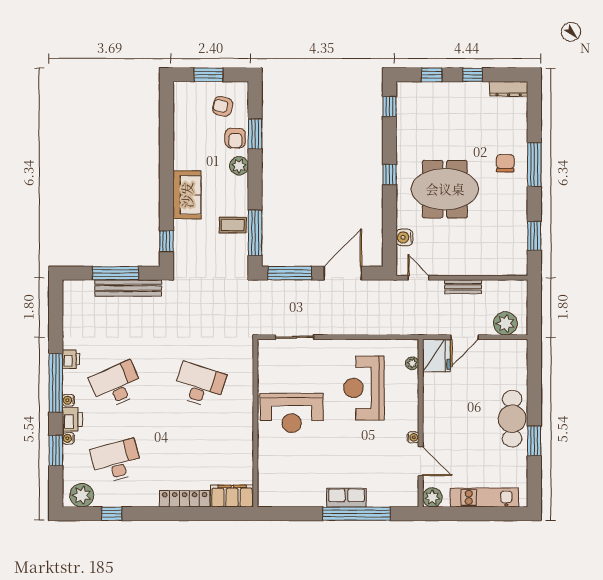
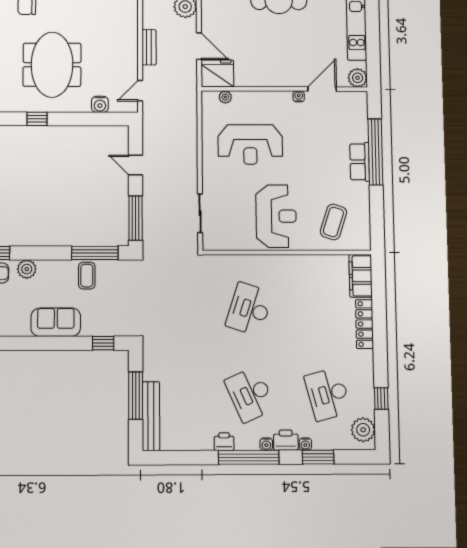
door: (343, 273) -> (136, 165), width x0.53
bench: (128, 288) -> (151, 416), moved
coffee table: (286, 470) -> (333, 222), added

